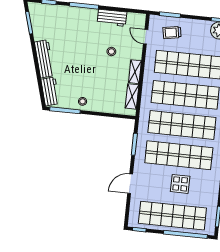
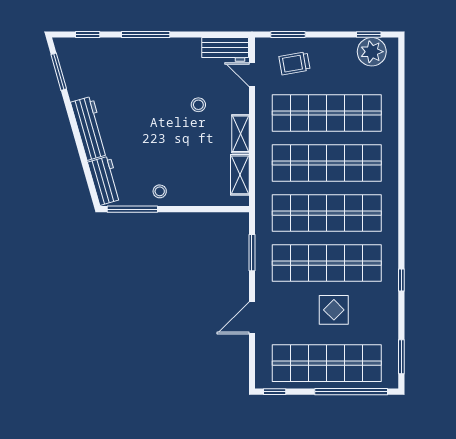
workbench: (112, 18) -> (225, 49), moved

